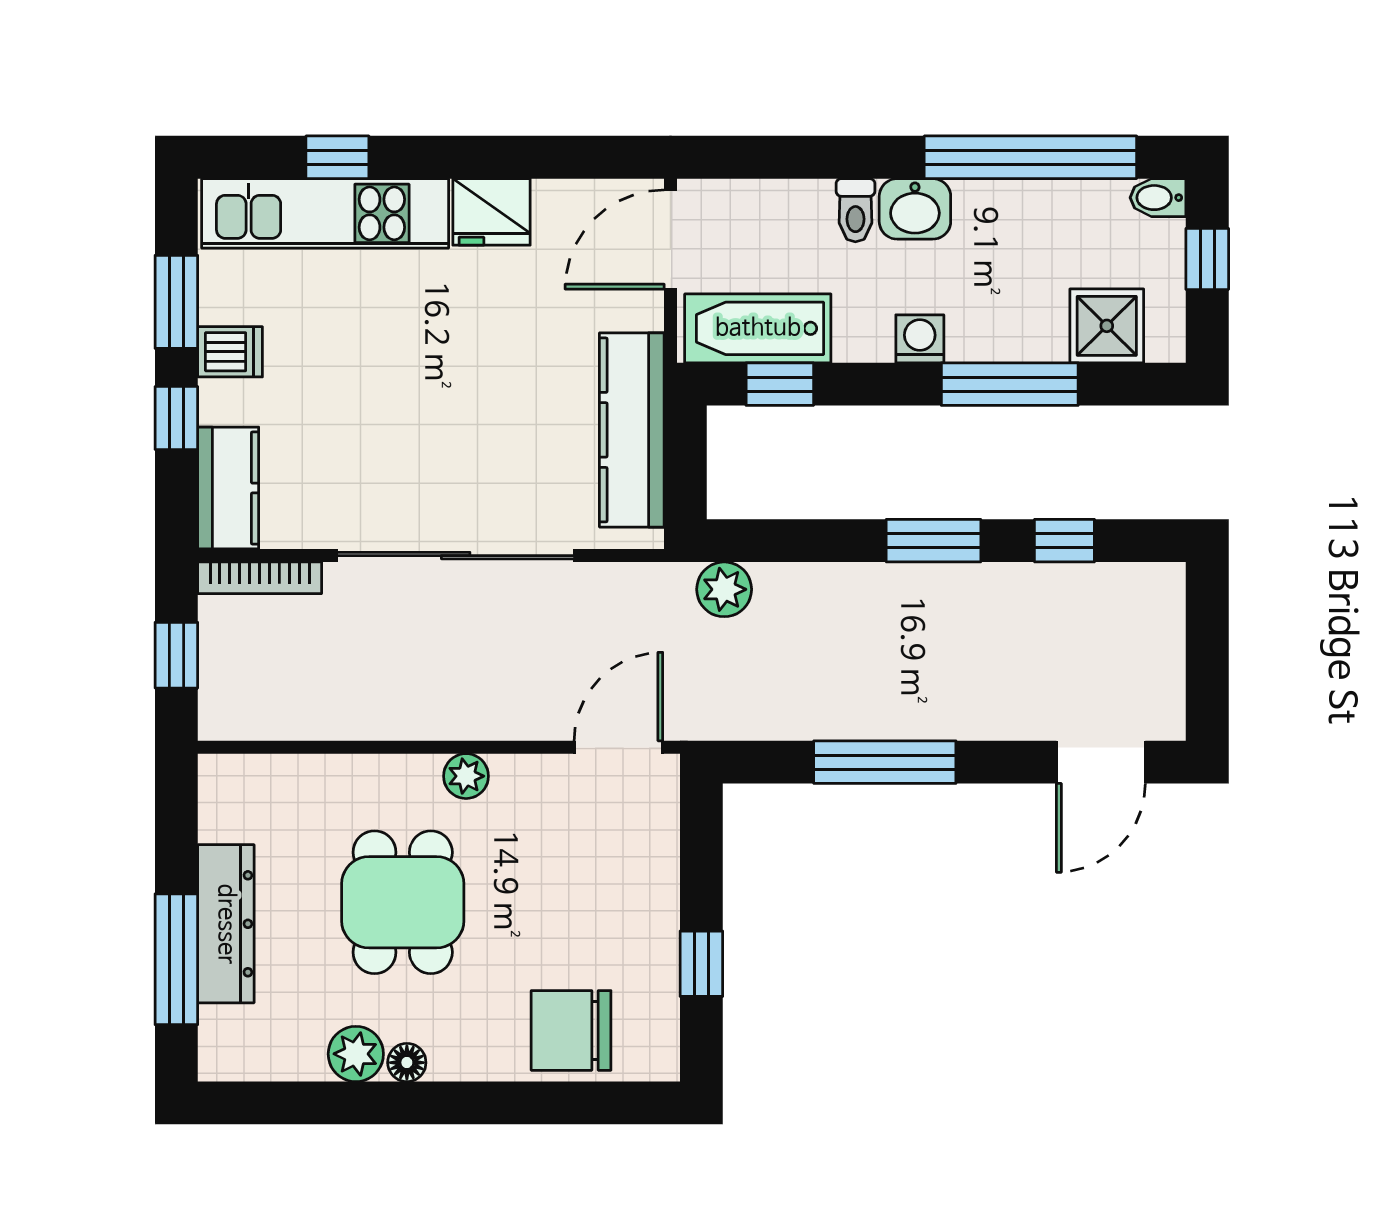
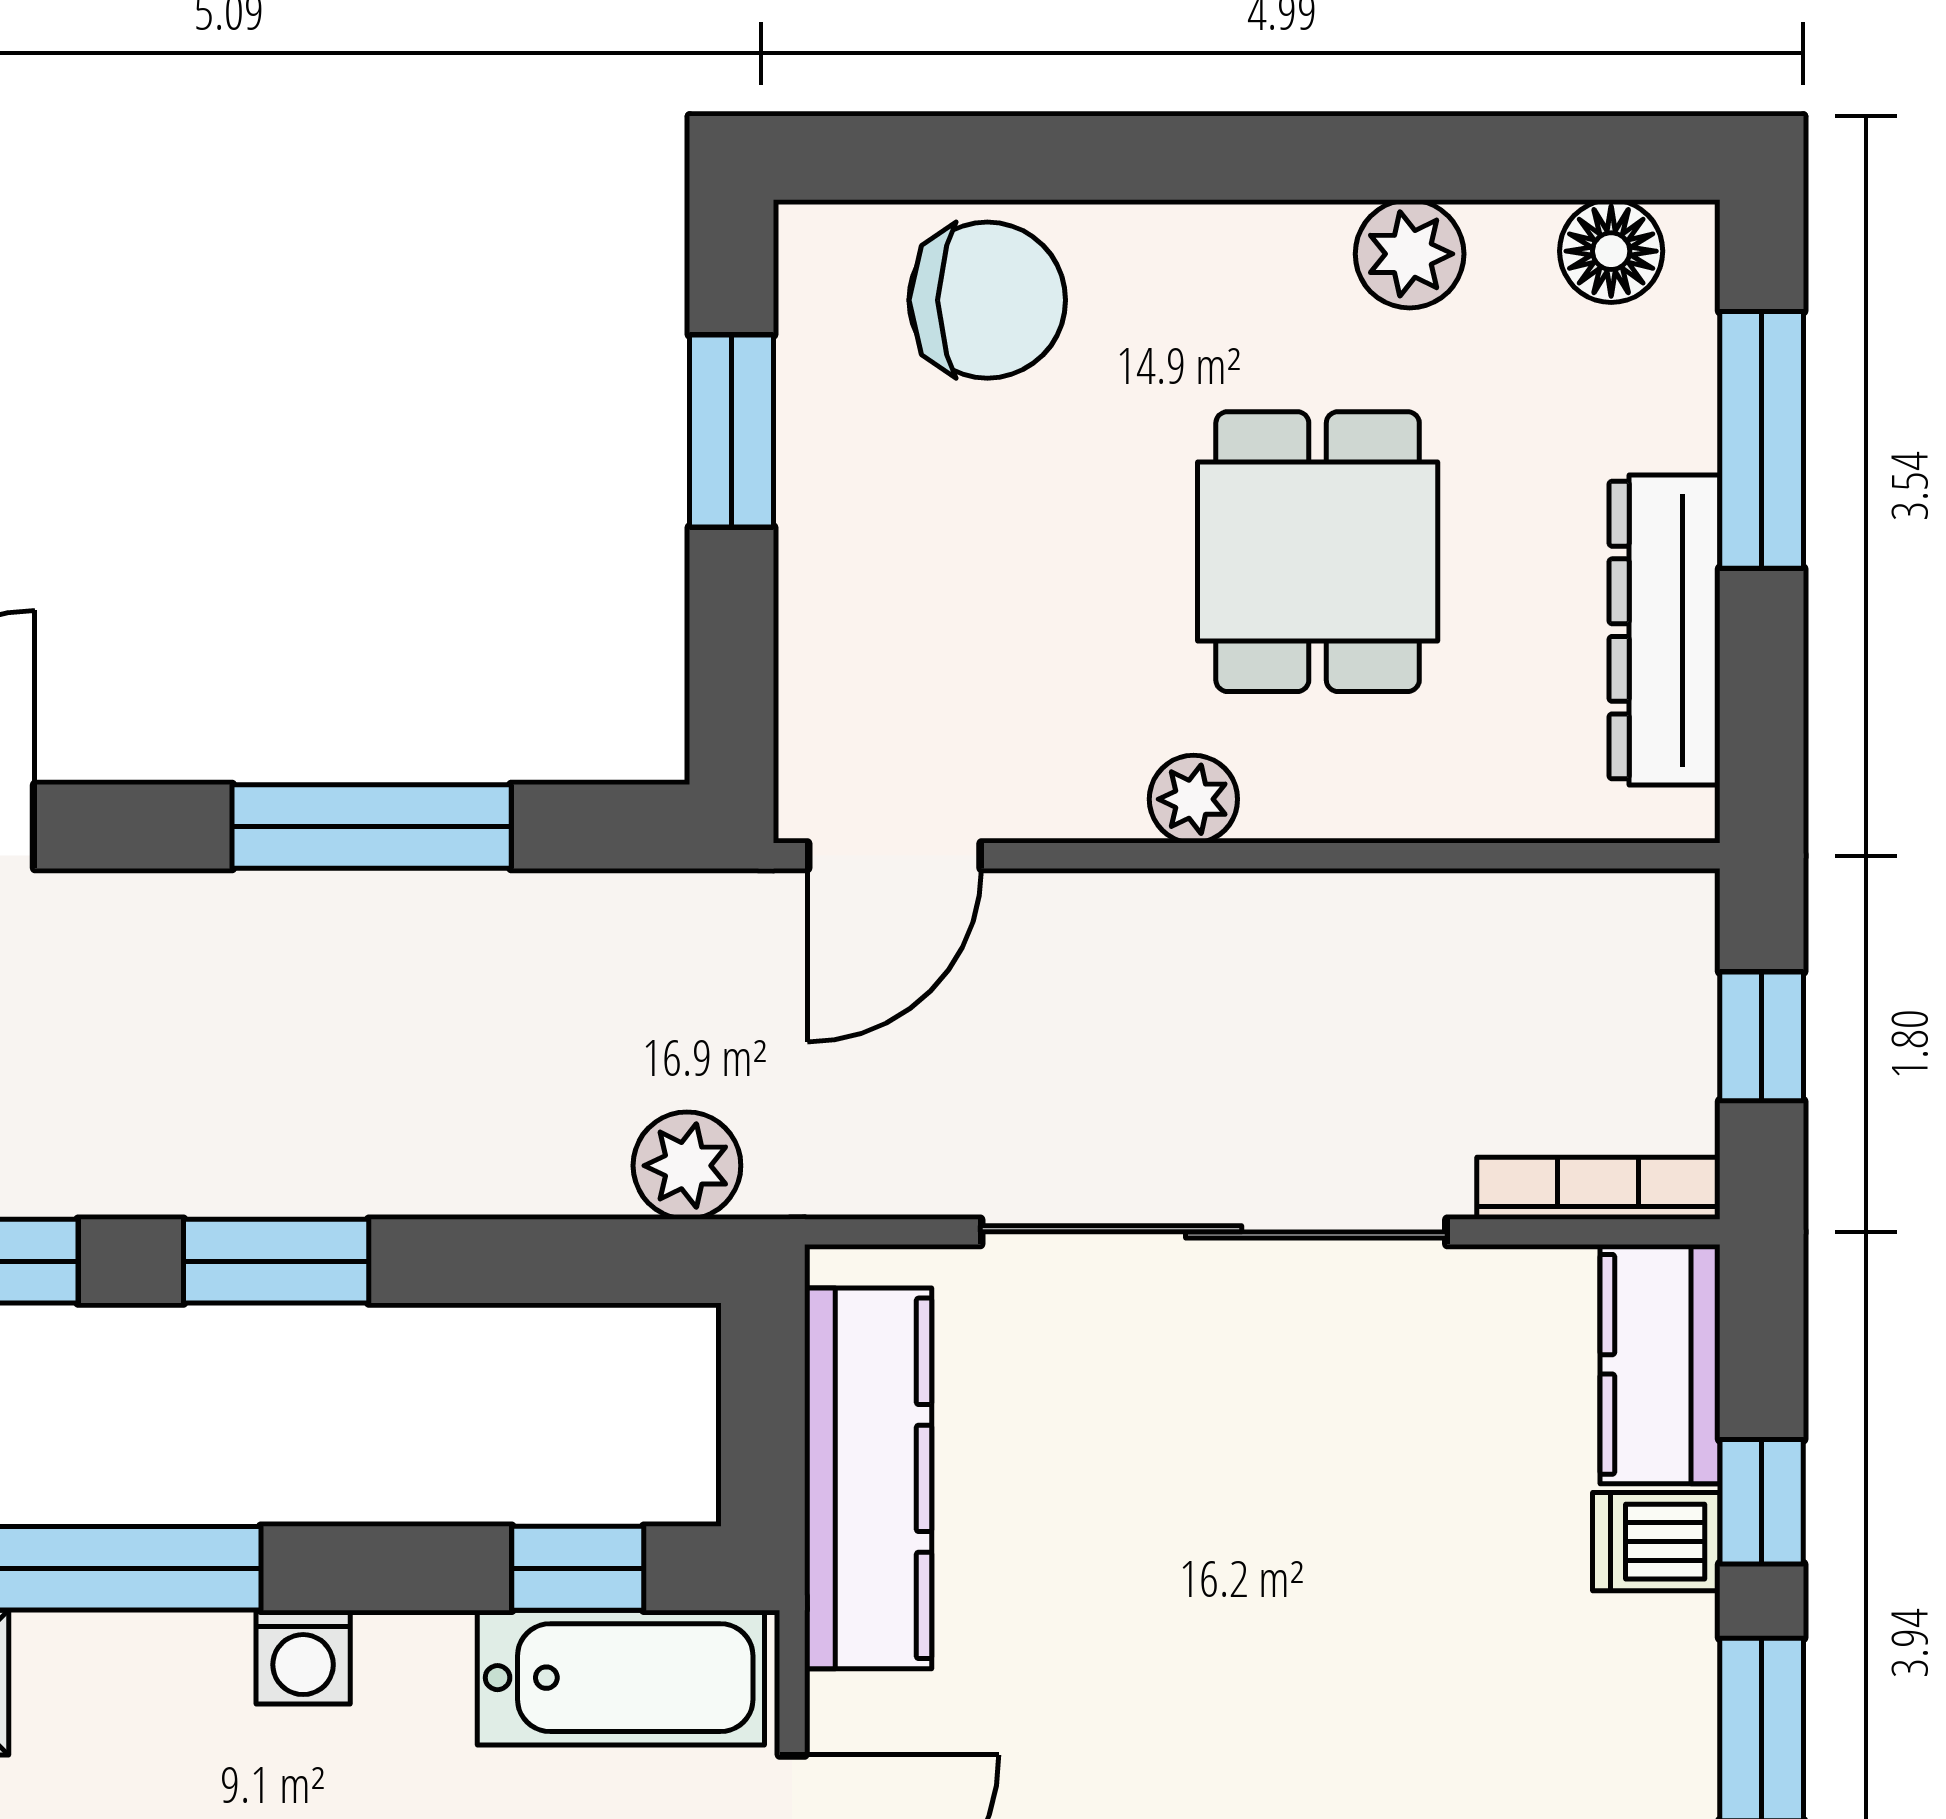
dishwasher: (230, 352) -> (1656, 1542), moved
dresser: (226, 924) -> (1664, 630), moved
window: (701, 964) -> (732, 431), width x1.50
floor lamp: (407, 1063) -> (1611, 251), moved, width x1.37, depth x1.37

